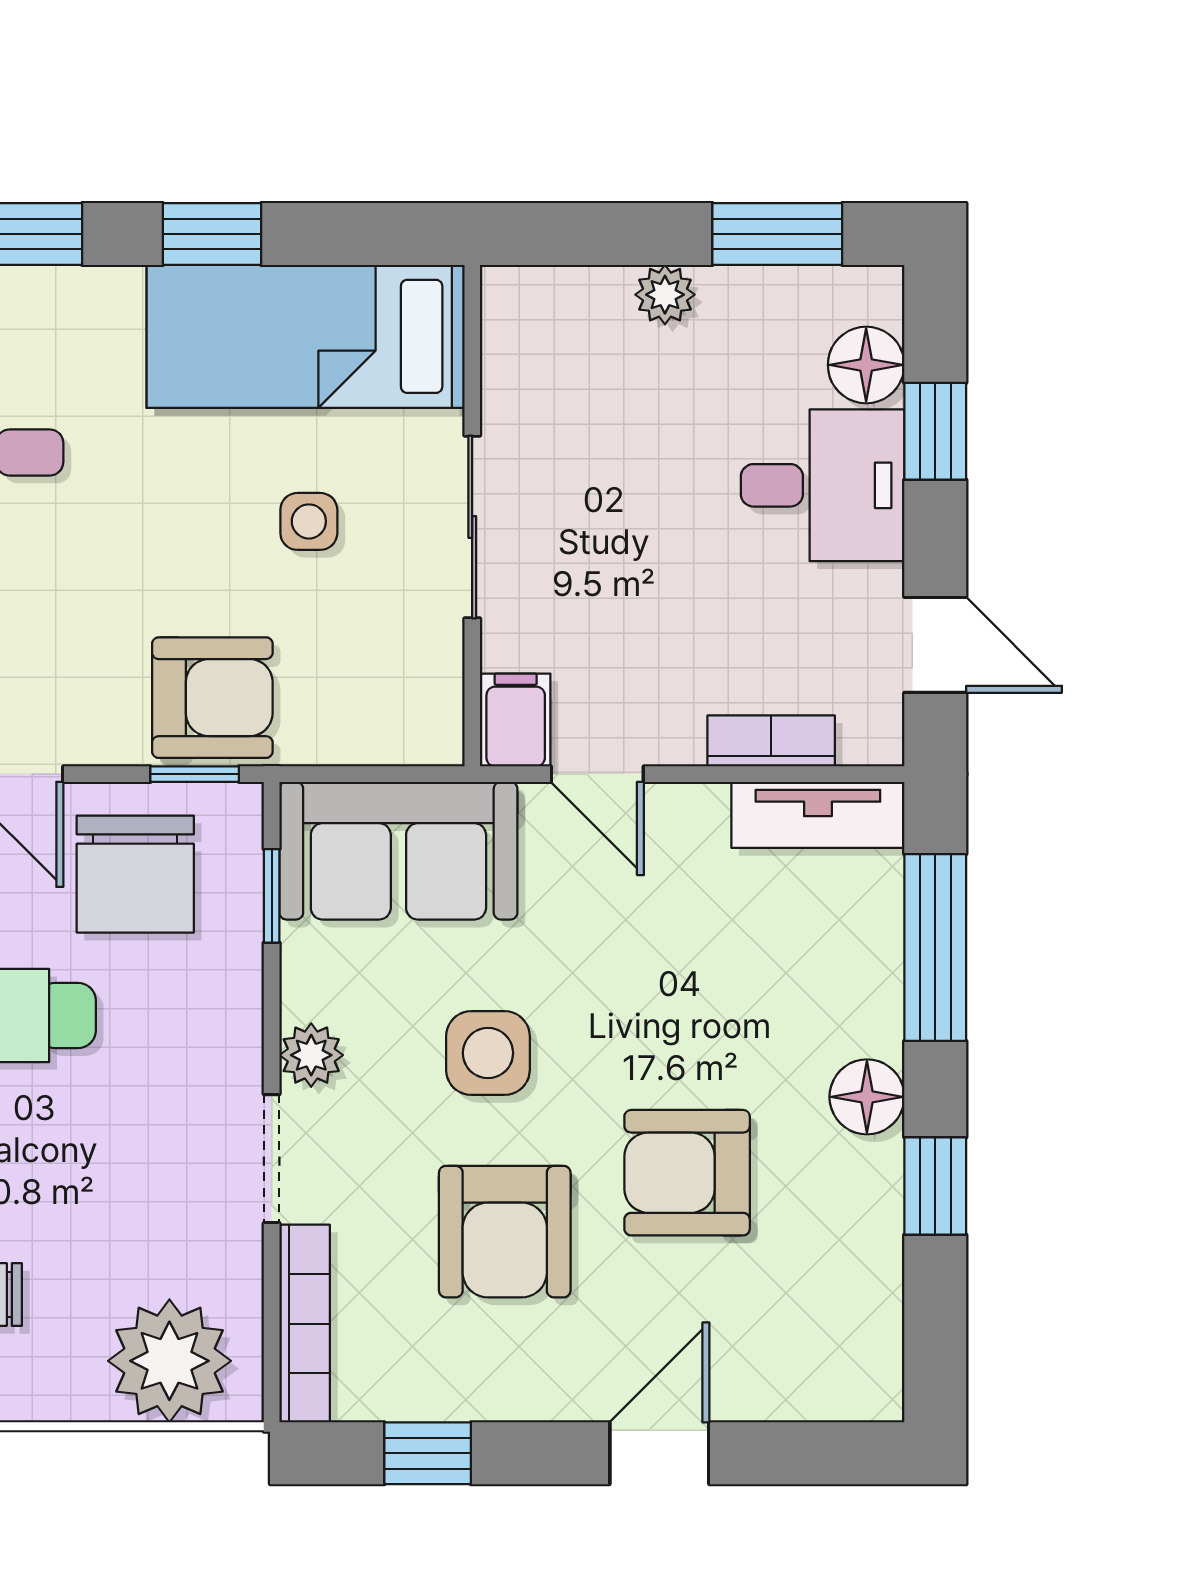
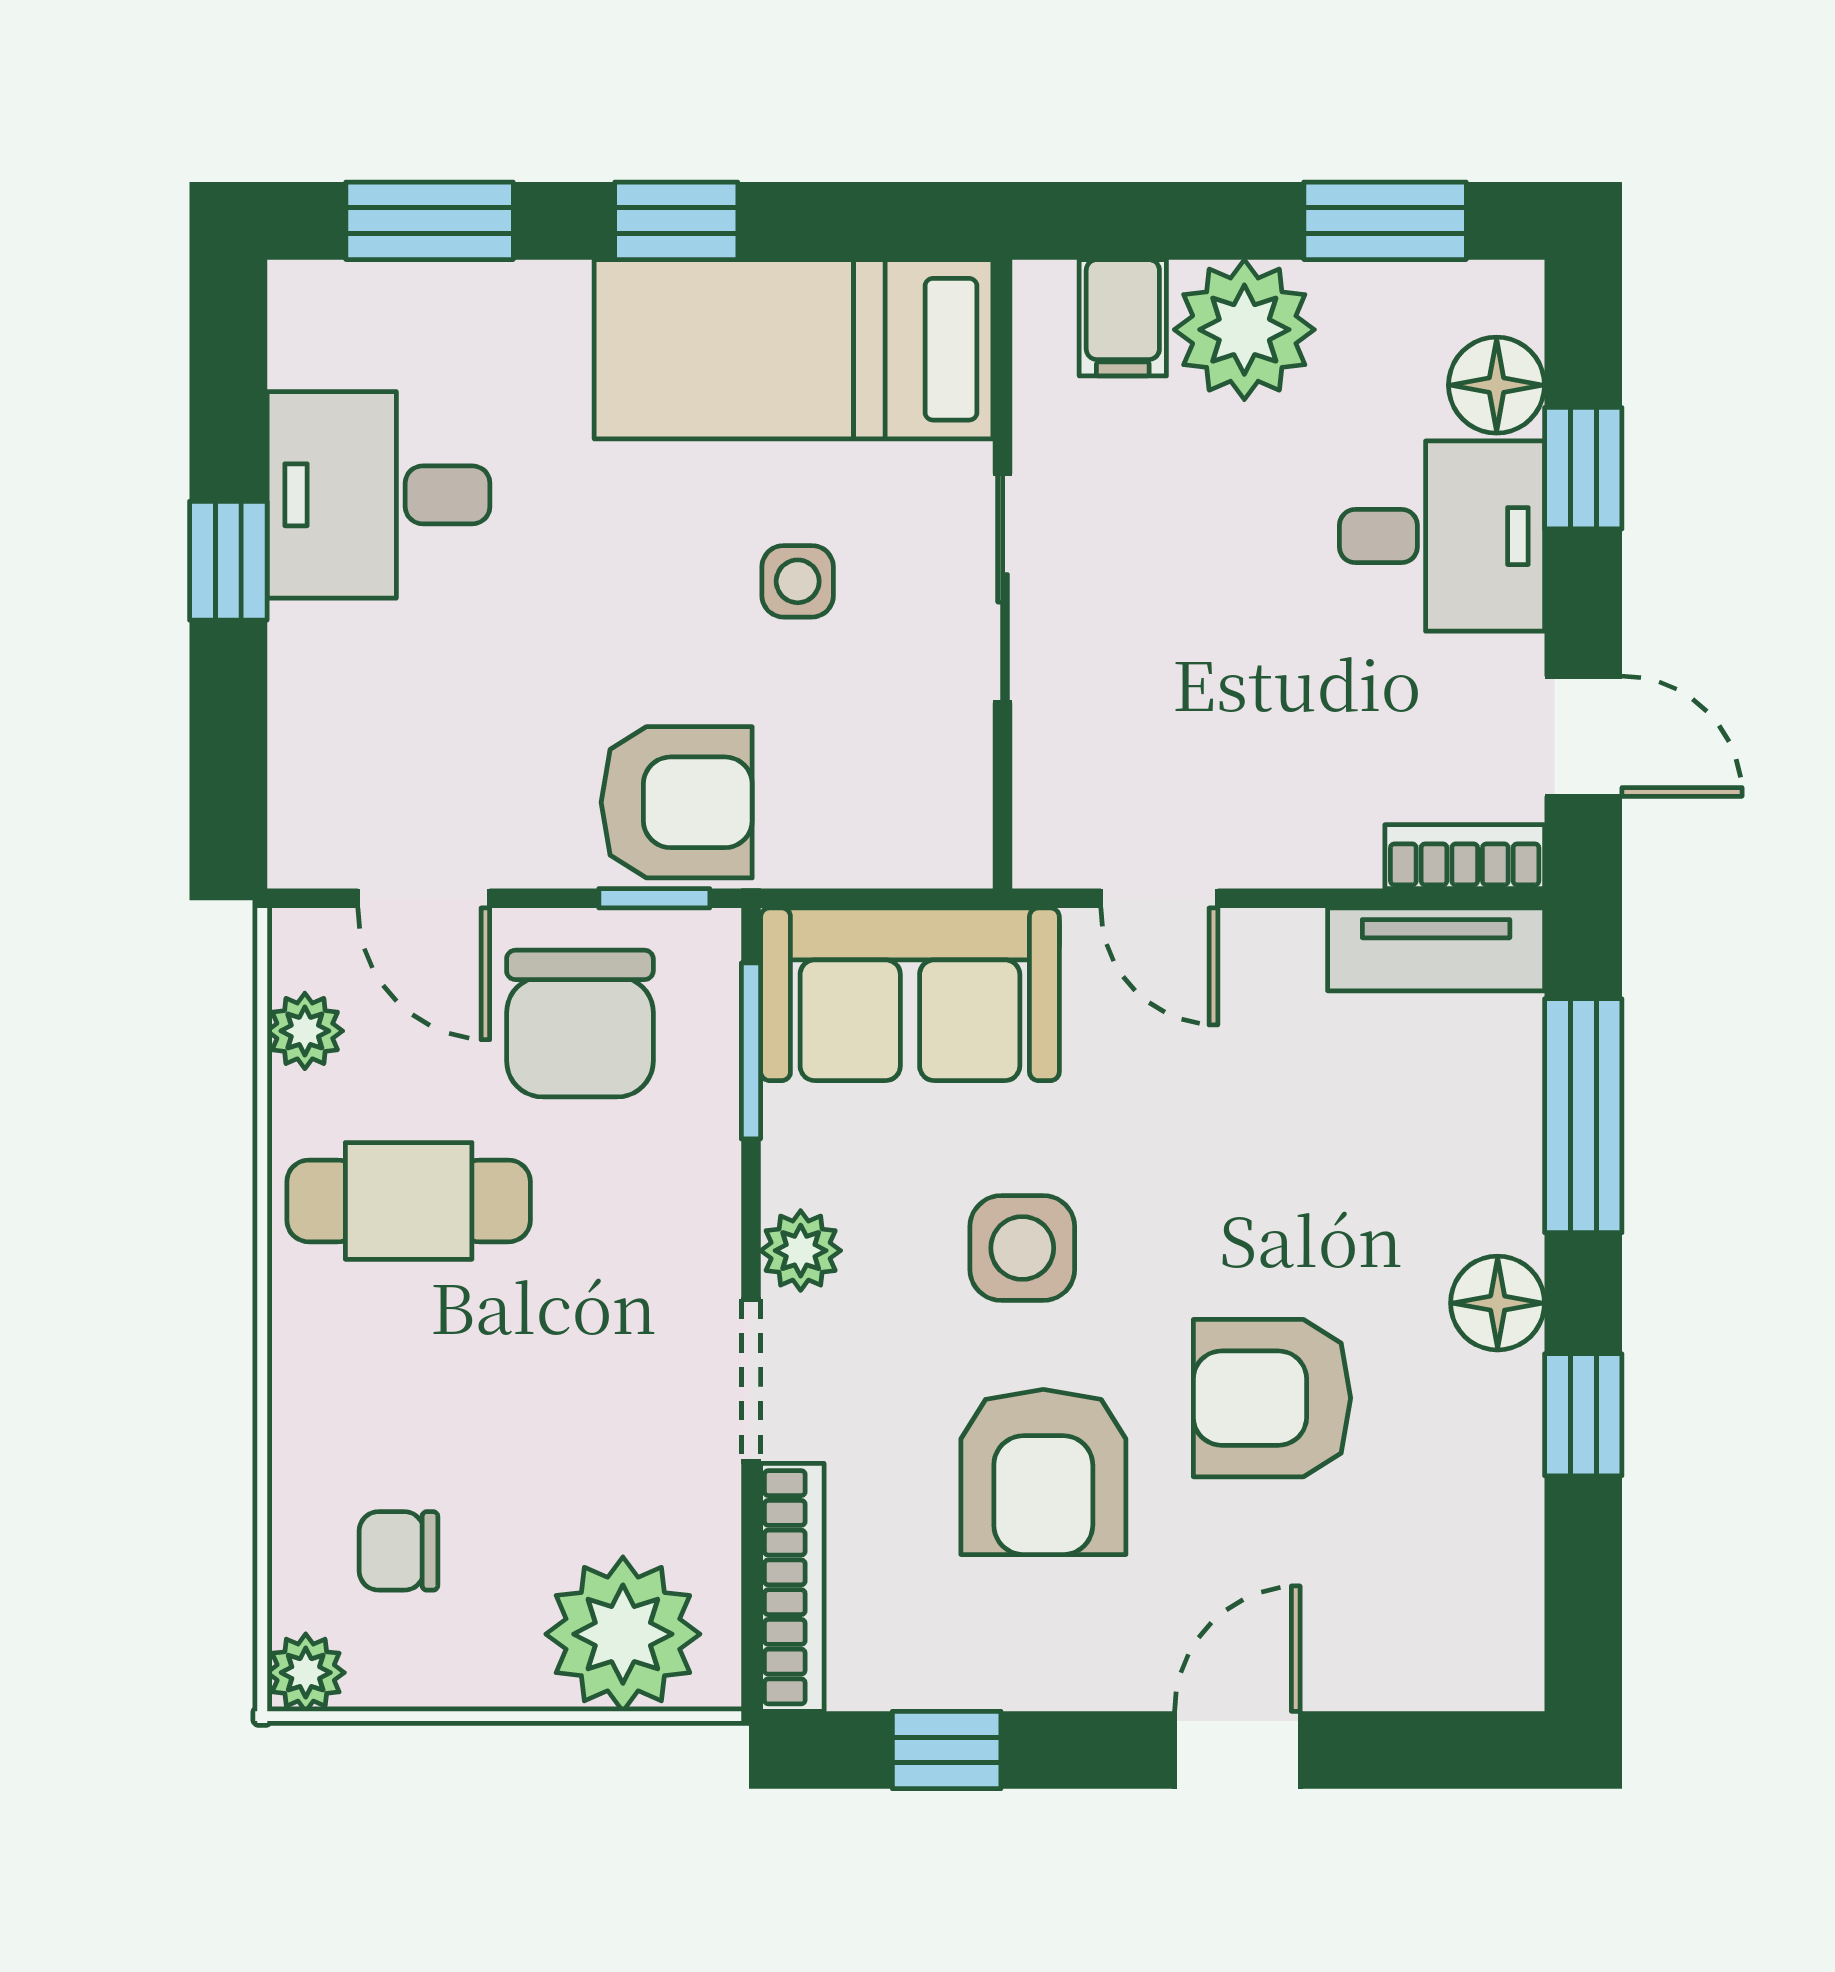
plant: (665, 295) -> (1244, 330), width x1.87, depth x1.87
filing cabinet: (516, 720) -> (1123, 318), moved, turned 180
bookcase: (771, 741) -> (1465, 857), moved
window: (272, 896) -> (751, 1051), width x1.50

